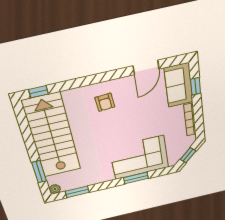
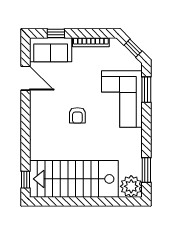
armchair: (105, 102) -> (77, 115), moved, turned 94
window: (39, 172) -> (111, 202), removed
window: (136, 178) -> (146, 90), moved
plant: (55, 189) -> (131, 186), width x1.88, depth x1.88

